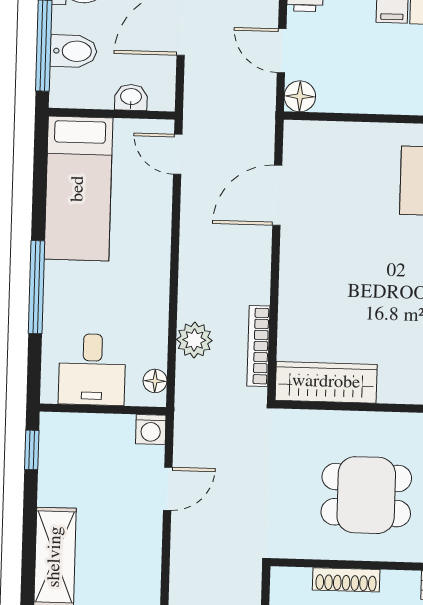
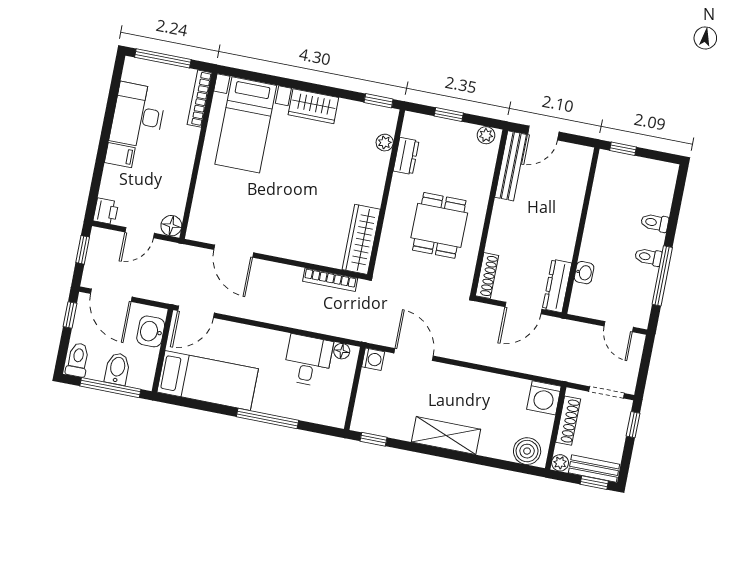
washbasin: (131, 97) -> (151, 331), width x1.38, depth x1.45
door: (178, 154) -> (196, 312), width x1.38
plant: (194, 340) -> (319, 321), removed
desk: (92, 369) -> (308, 360), moved, turned -90
door: (168, 489) -> (414, 355), width x1.38
shoe rack: (346, 580) -> (487, 276), moved

